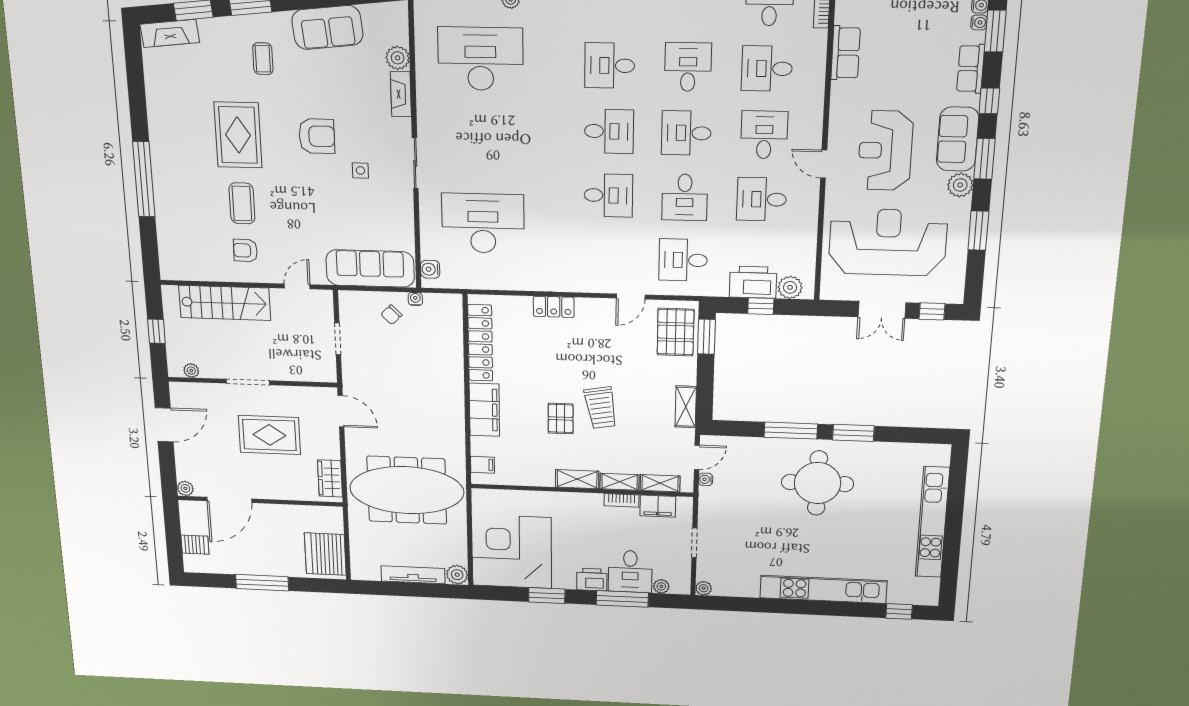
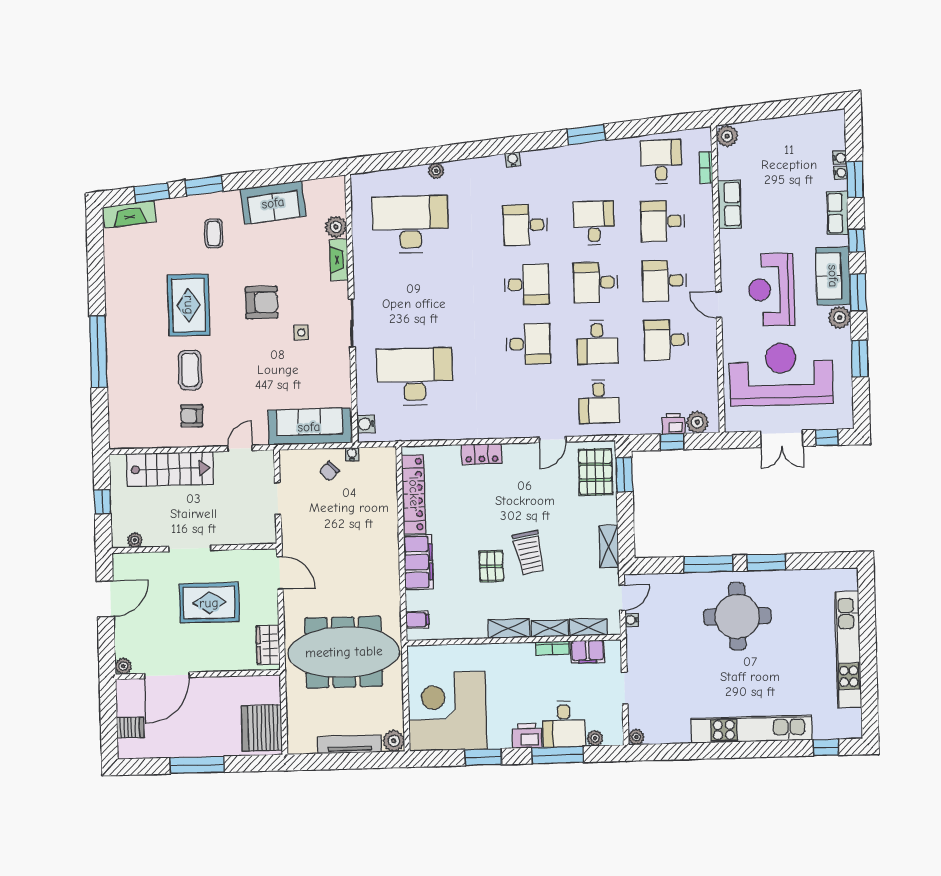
desk: (764, 135) -> (664, 281), turned -90
desk: (683, 260) -> (599, 401), turned -90
printer: (753, 282) -> (673, 424), width x0.53, depth x0.68

